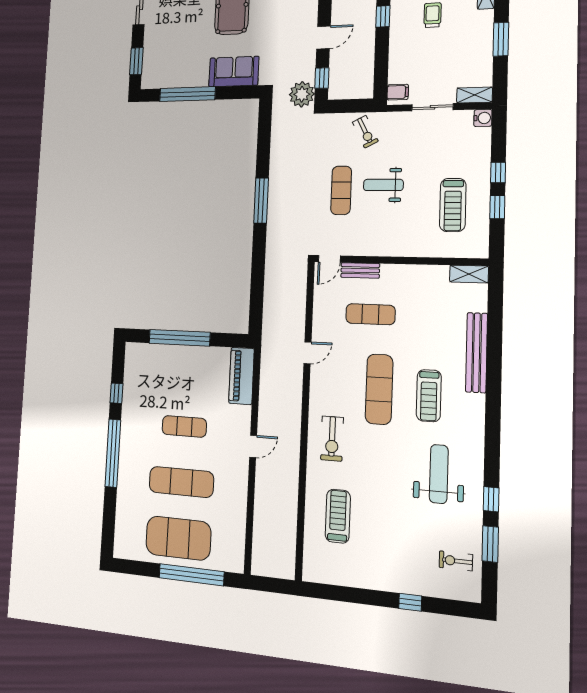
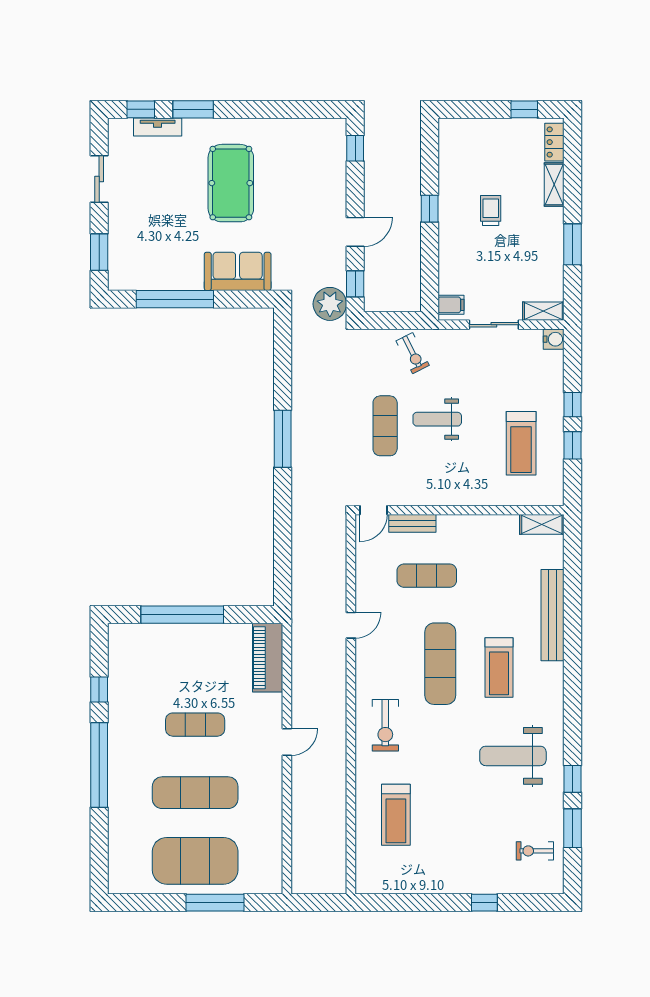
weight bench: (439, 474) -> (513, 756), turned -90
treadmill: (338, 516) -> (396, 815), turned 180
window: (191, 575) -> (215, 903), width x0.68

